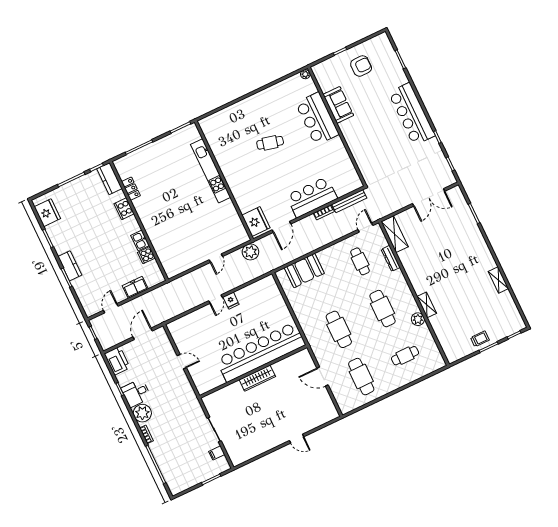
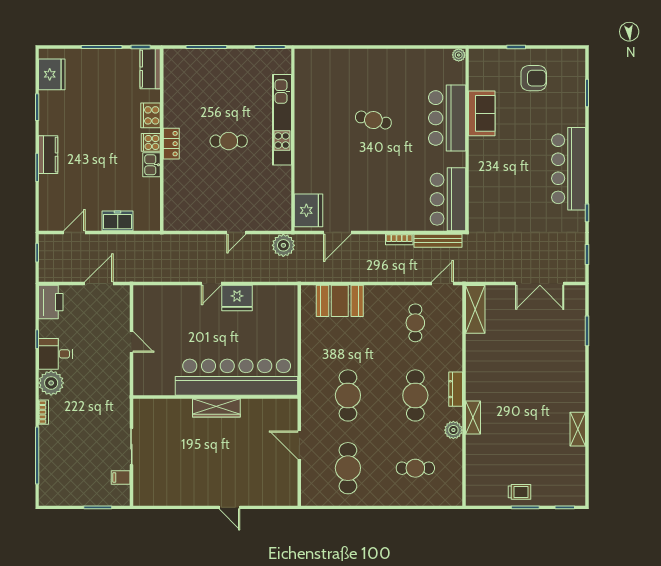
locker: (131, 189) -> (171, 144), moved
bar counter: (312, 197) -> (448, 199), moved, turned -90
cafe table: (183, 201) -> (229, 141), added
cooker: (146, 255) -> (151, 142), moved
dresser: (391, 258) -> (456, 389), moved
fridge: (231, 301) -> (237, 298), width x1.88, depth x1.34

